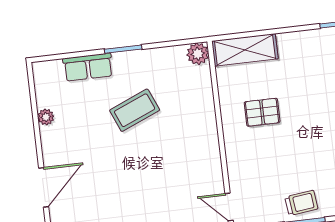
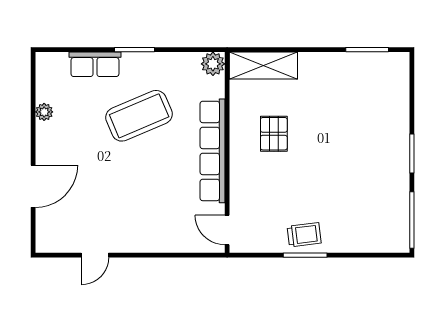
coffee table: (135, 110) -> (139, 116), width x1.36, depth x1.32
pallet: (262, 112) -> (274, 134), turned 90
row of seats: (207, 135) -> (212, 151), added

